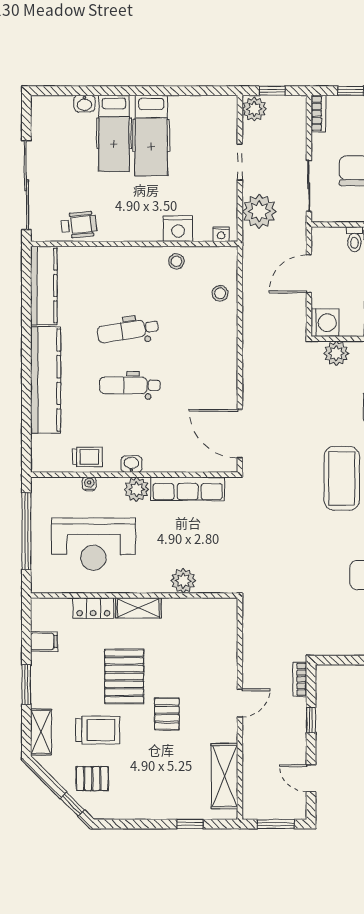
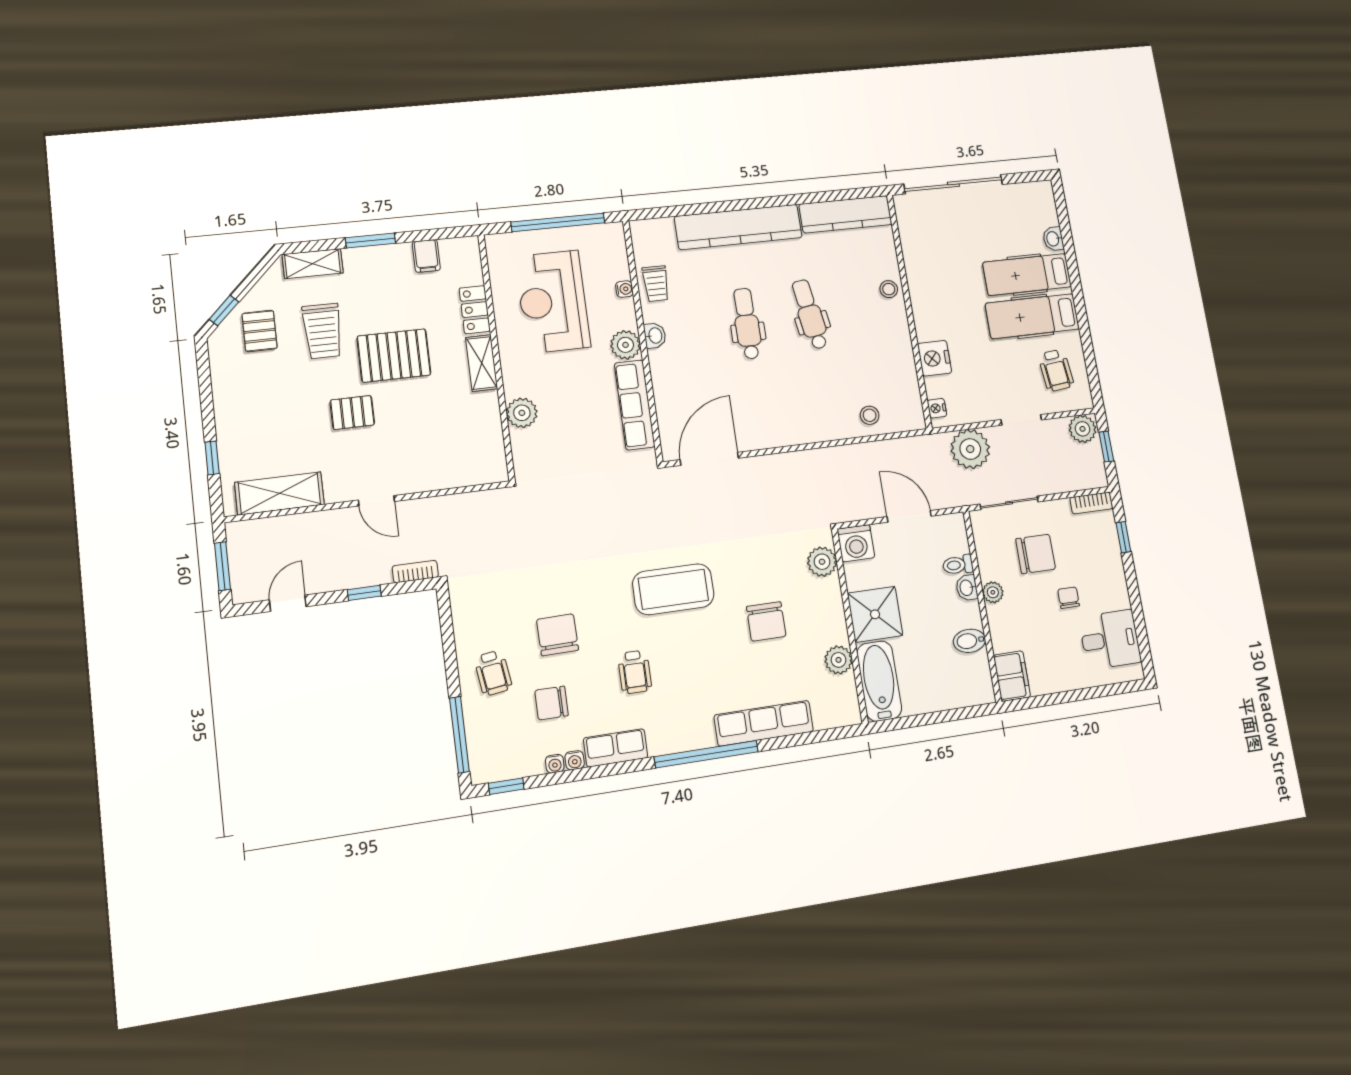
wheelchair: (79, 225) -> (1056, 370), moved
stool: (176, 261) -> (889, 289), moved

